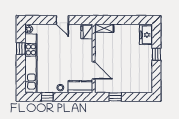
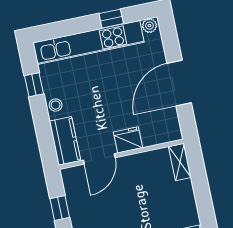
door: (62, 20) -> (179, 83), width x1.87
fridge: (87, 32) -> (128, 140), moved

